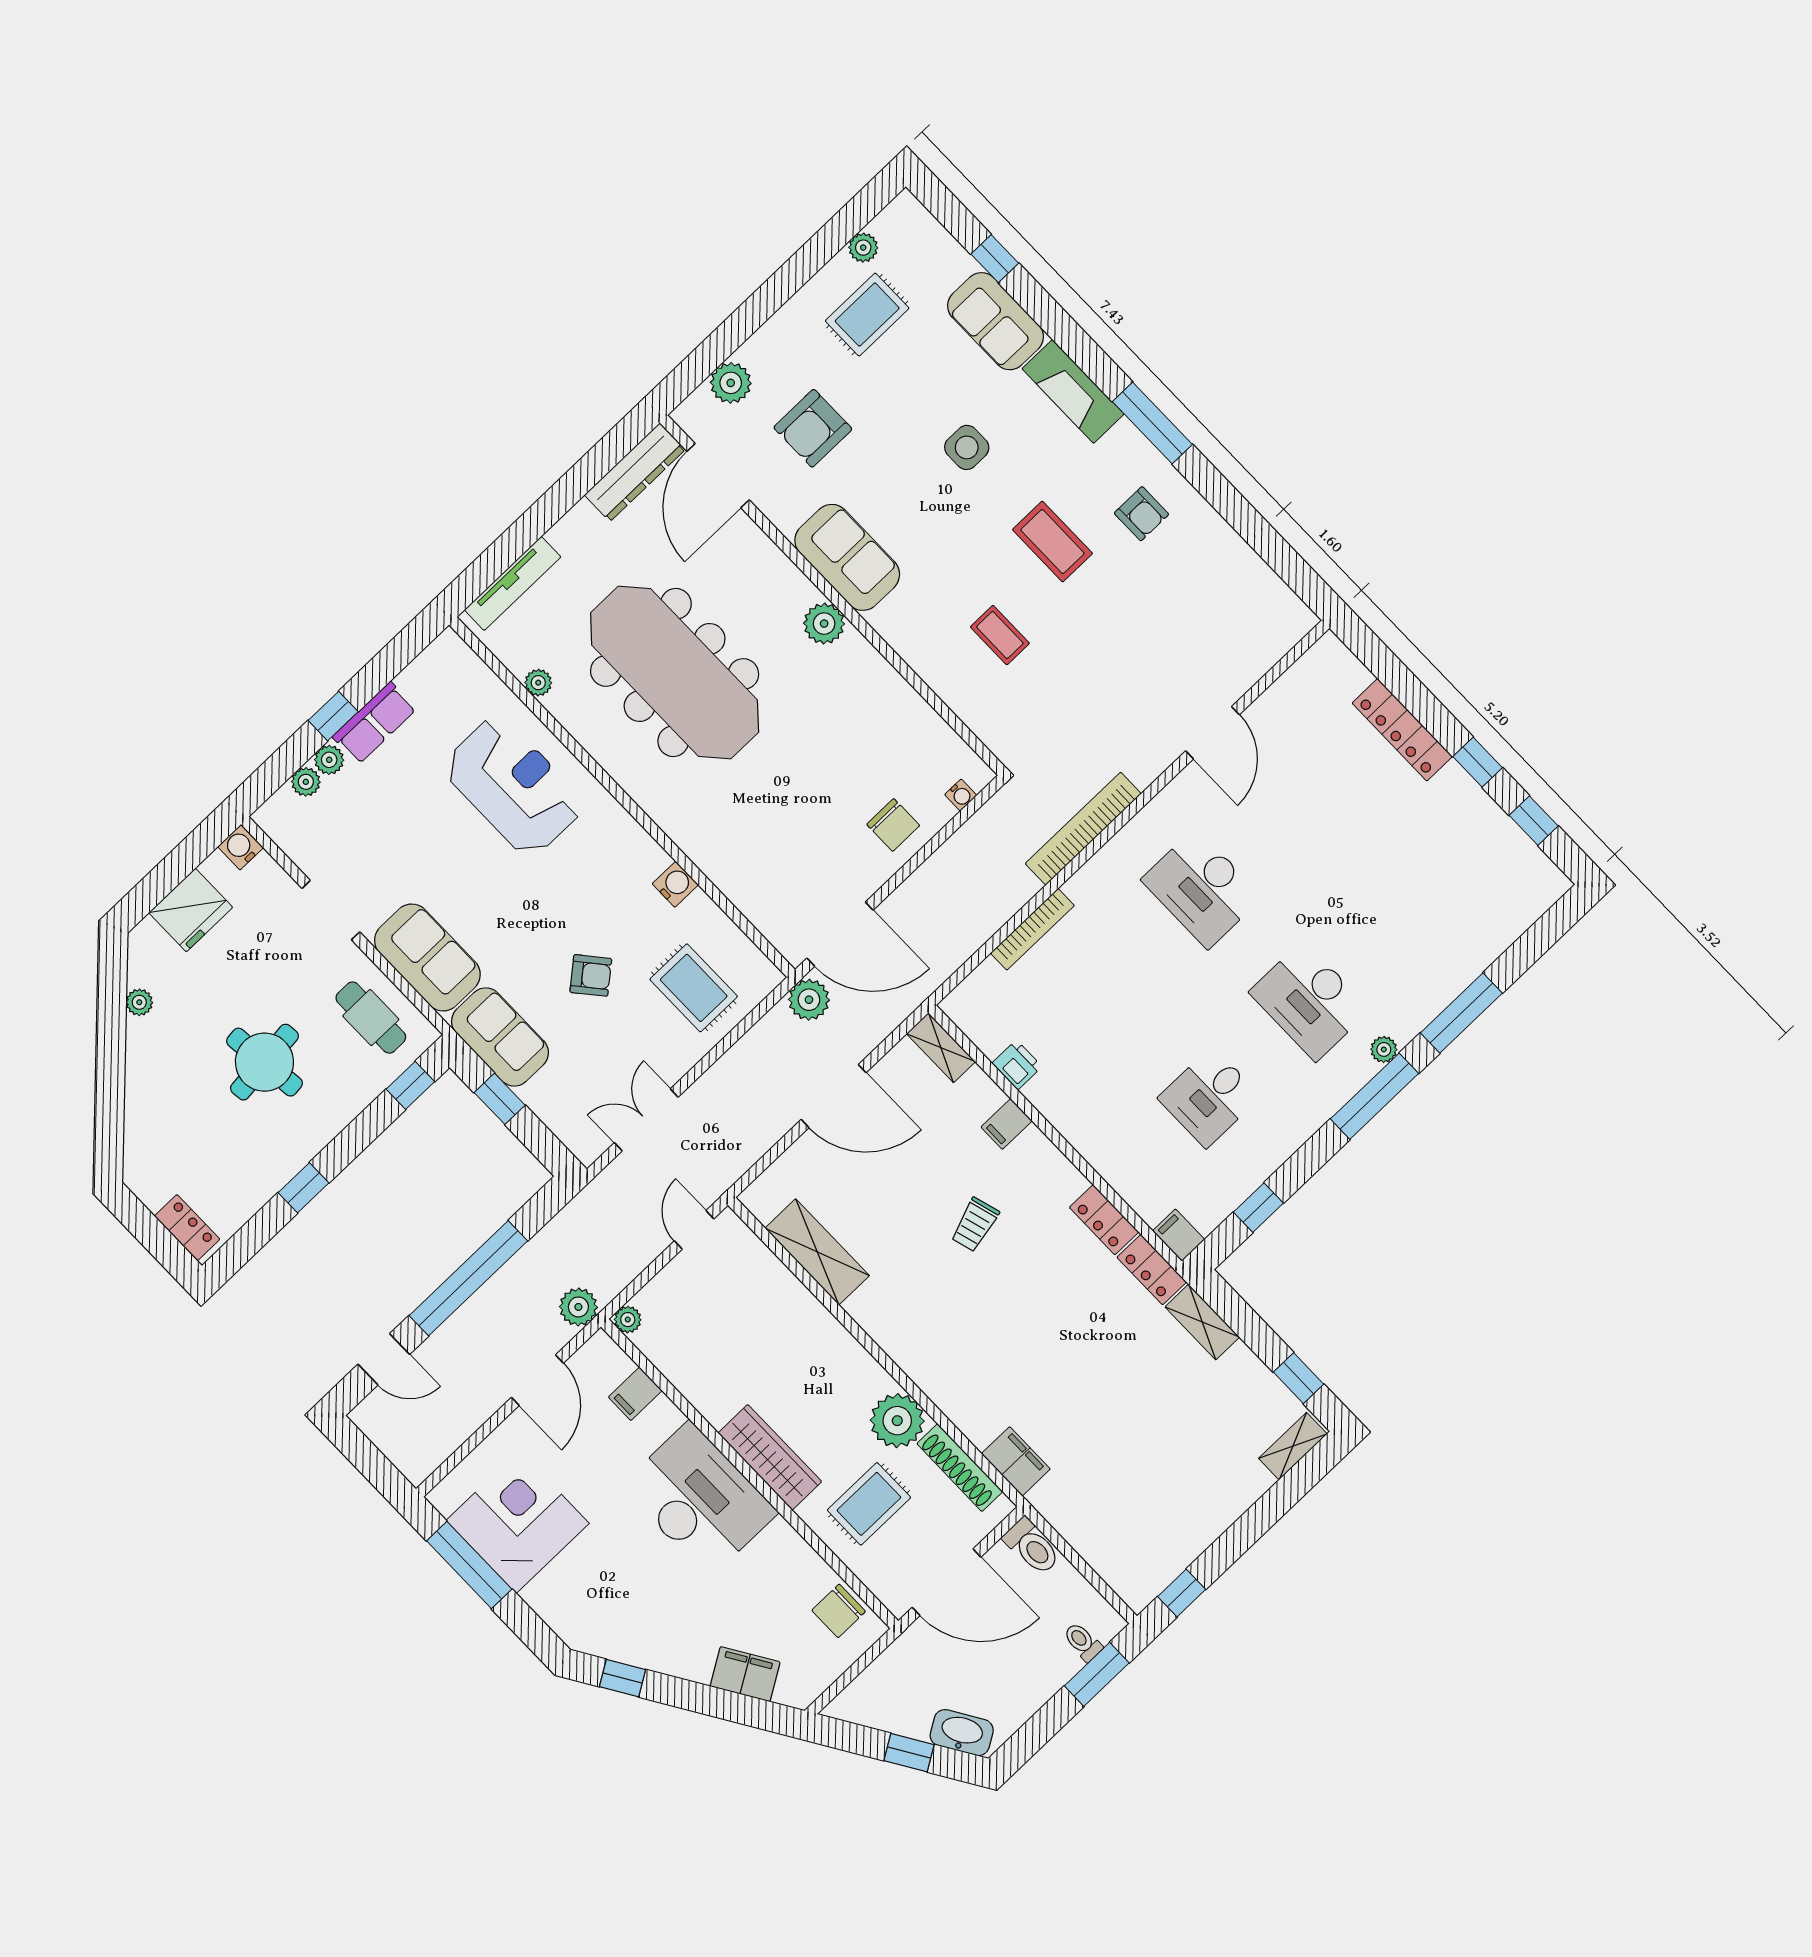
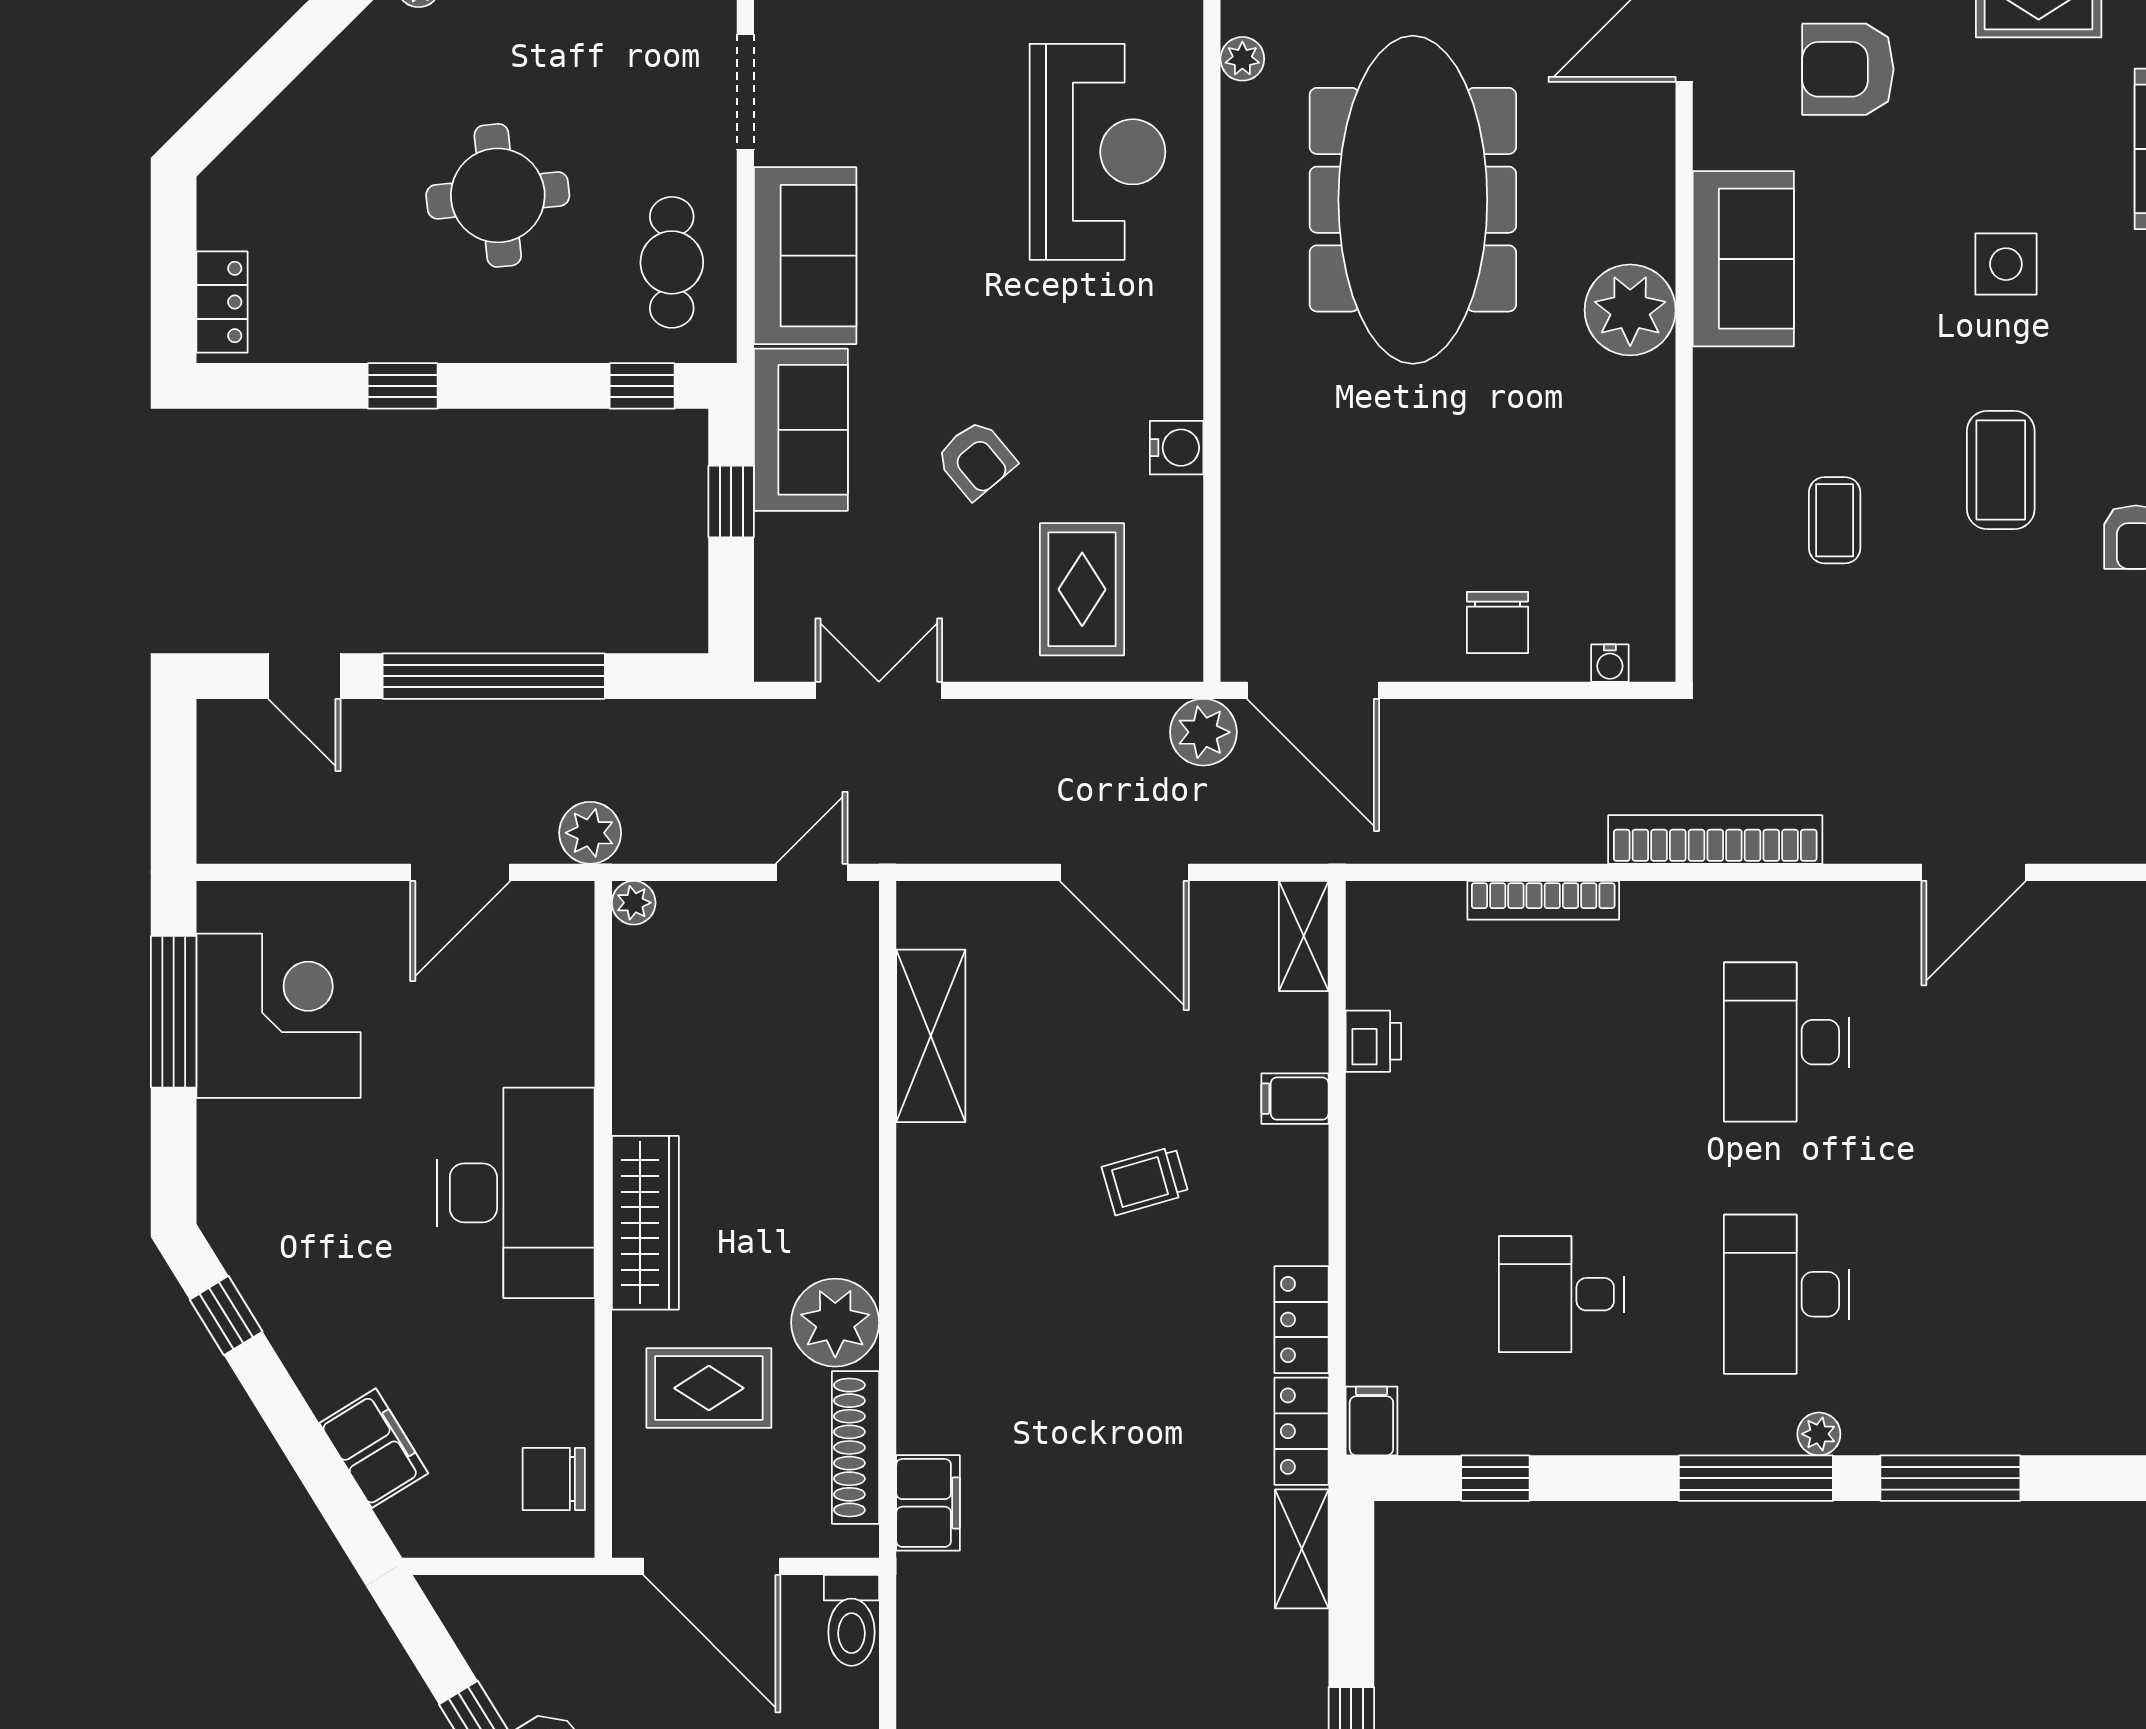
plant: (824, 624) -> (1630, 310), width x1.36, depth x1.36
filing cabinet: (635, 1394) -> (559, 998), removed

